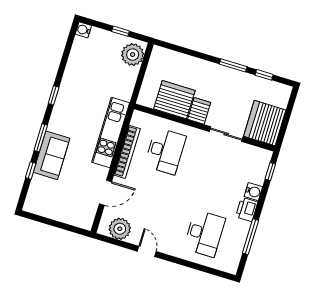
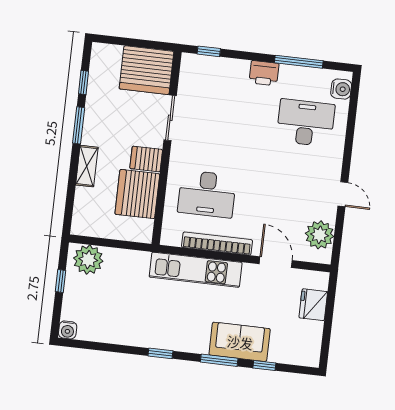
shelving: (202, 66) -> (87, 166), added
desk: (165, 151) -> (207, 194), turned 180
water cooler: (253, 192) -> (341, 89), moved, turned 90
fridge: (69, 215) -> (313, 305), added
door: (147, 251) -> (343, 194), swing flipped

